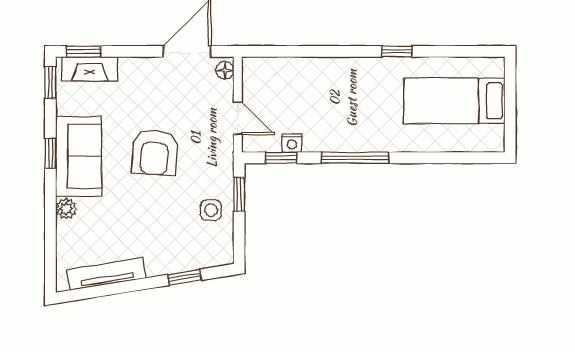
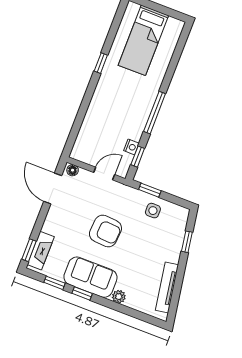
window: (50, 83) -> (55, 283), moved

